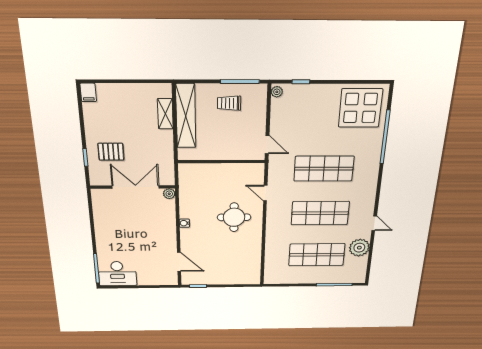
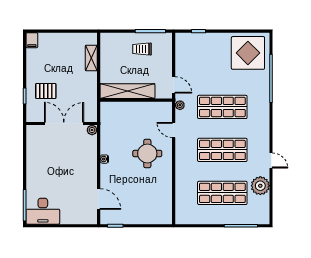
plant: (277, 92) -> (180, 105), moved
shelving: (186, 116) -> (127, 91), moved, turned 90

